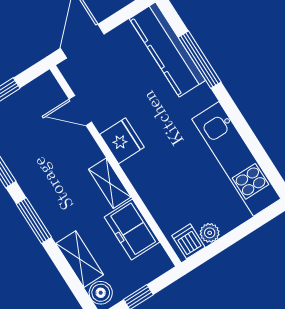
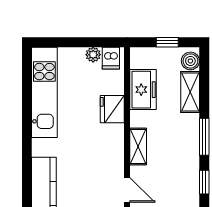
window: (200, 60) -> (27, 173), removed
fridge: (122, 141) -> (112, 109), moved
shelving: (110, 183) -> (138, 146), moved

